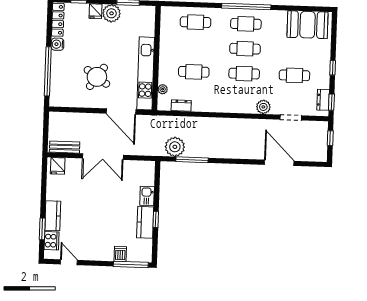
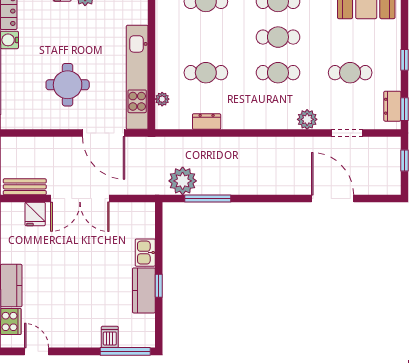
round table: (97, 77) -> (68, 85), turned -35
dresser: (181, 106) -> (207, 122), moved
fridge: (58, 166) -> (35, 214), moved

